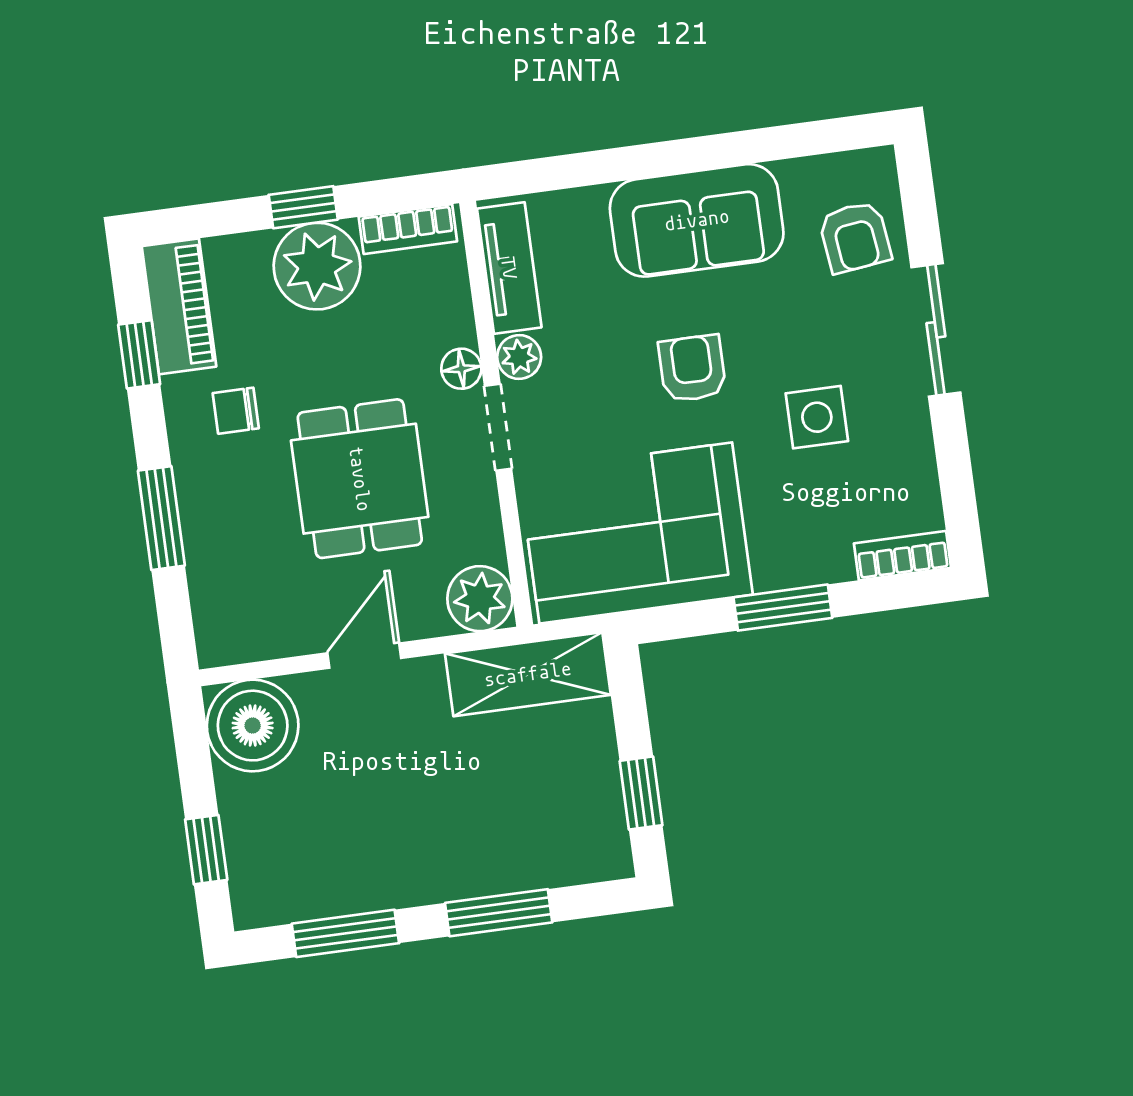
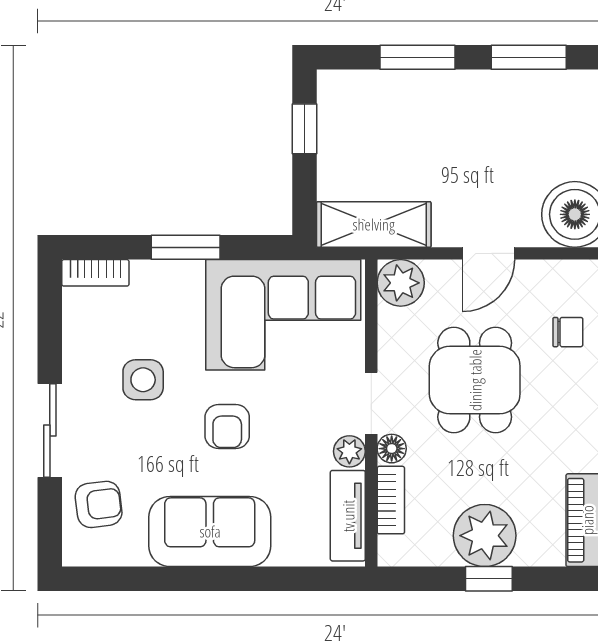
bookcase: (408, 229) -> (391, 500), moved, turned 90
armchair: (855, 237) -> (99, 504), turned 90
chair: (236, 411) -> (568, 332), moved

